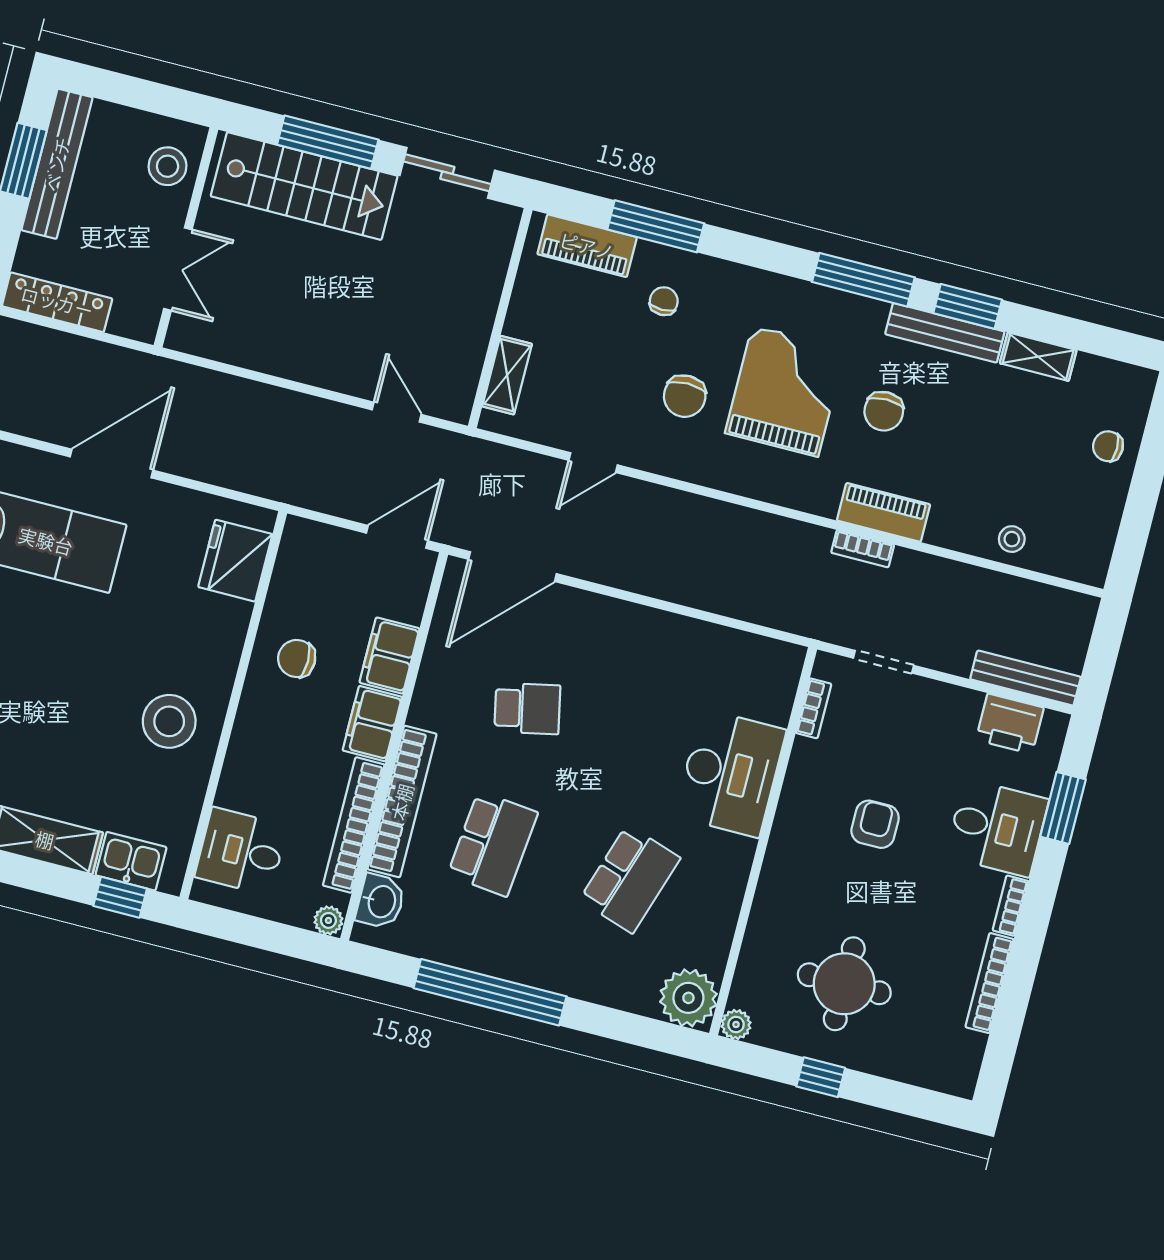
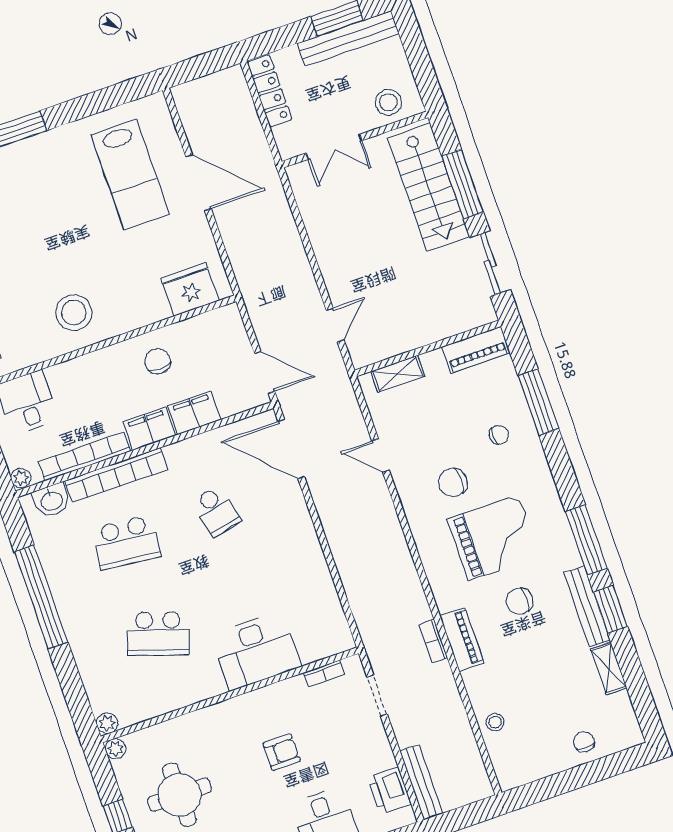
piano: (587, 246) -> (476, 350), moved, turned -90
plant: (688, 998) -> (107, 723), width x0.53, depth x0.53

